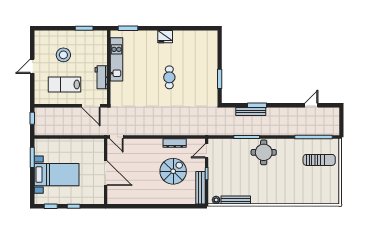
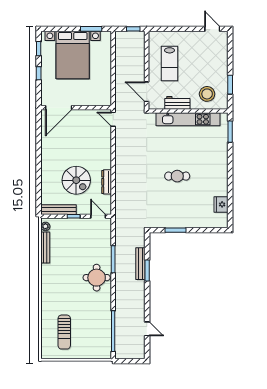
fridge: (165, 37) -> (221, 204), moved
stool: (63, 55) -> (207, 94), moved
kitchen unit: (116, 59) -> (188, 119), width x1.36
door: (32, 66) -> (212, 29), moved
lab bench: (65, 84) -> (170, 63), turned 180
door: (91, 106) -> (147, 92), hinge flipped
door: (116, 137) -> (113, 119), hinge flipped
sun lounger: (319, 160) -> (64, 332), moved
door: (106, 173) -> (59, 108), moved
bed with nightstands: (57, 175) -> (73, 55), width x1.36

